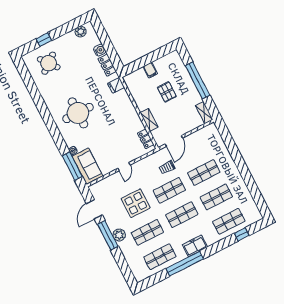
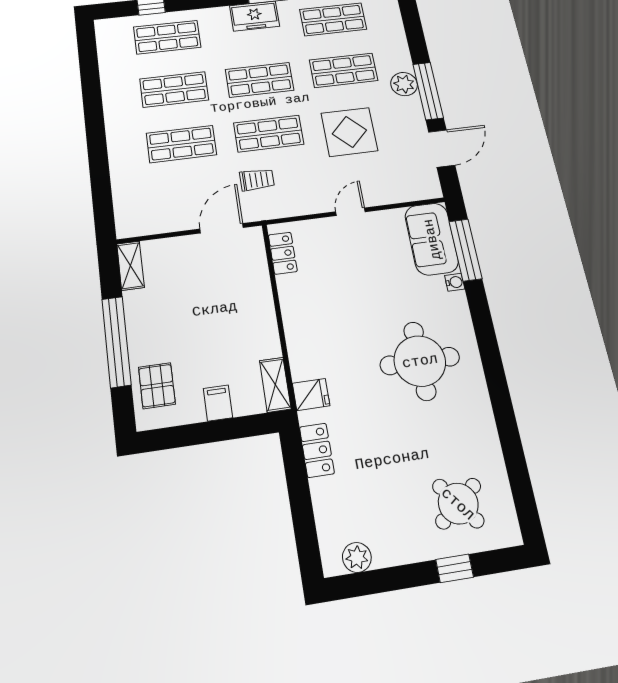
water cooler: (100, 50) -> (324, 493), removed
pallet: (167, 92) -> (157, 386), moved
shelving: (149, 120) -> (275, 385), moved

